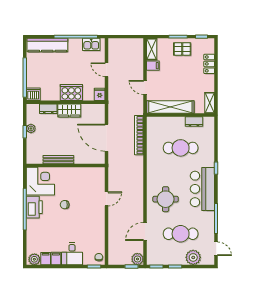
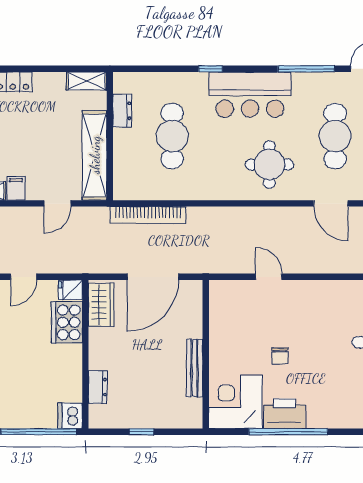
cooker: (71, 92) -> (67, 322), moved
wardrobe: (69, 110) -> (101, 305), moved
plant: (31, 128) -> (135, 420), removed

